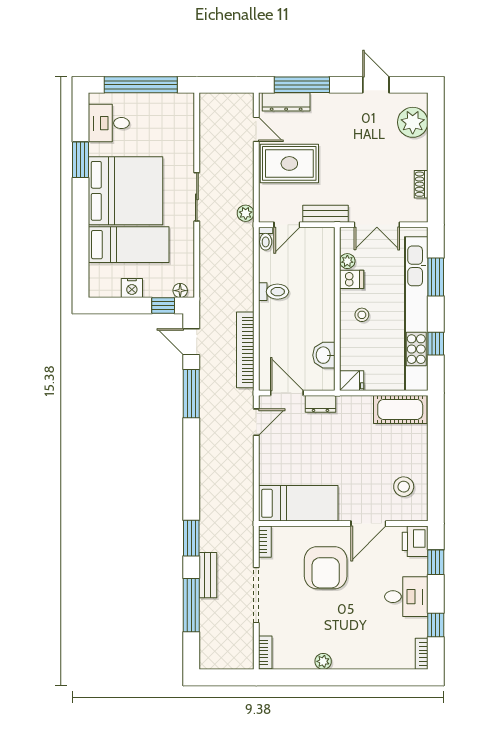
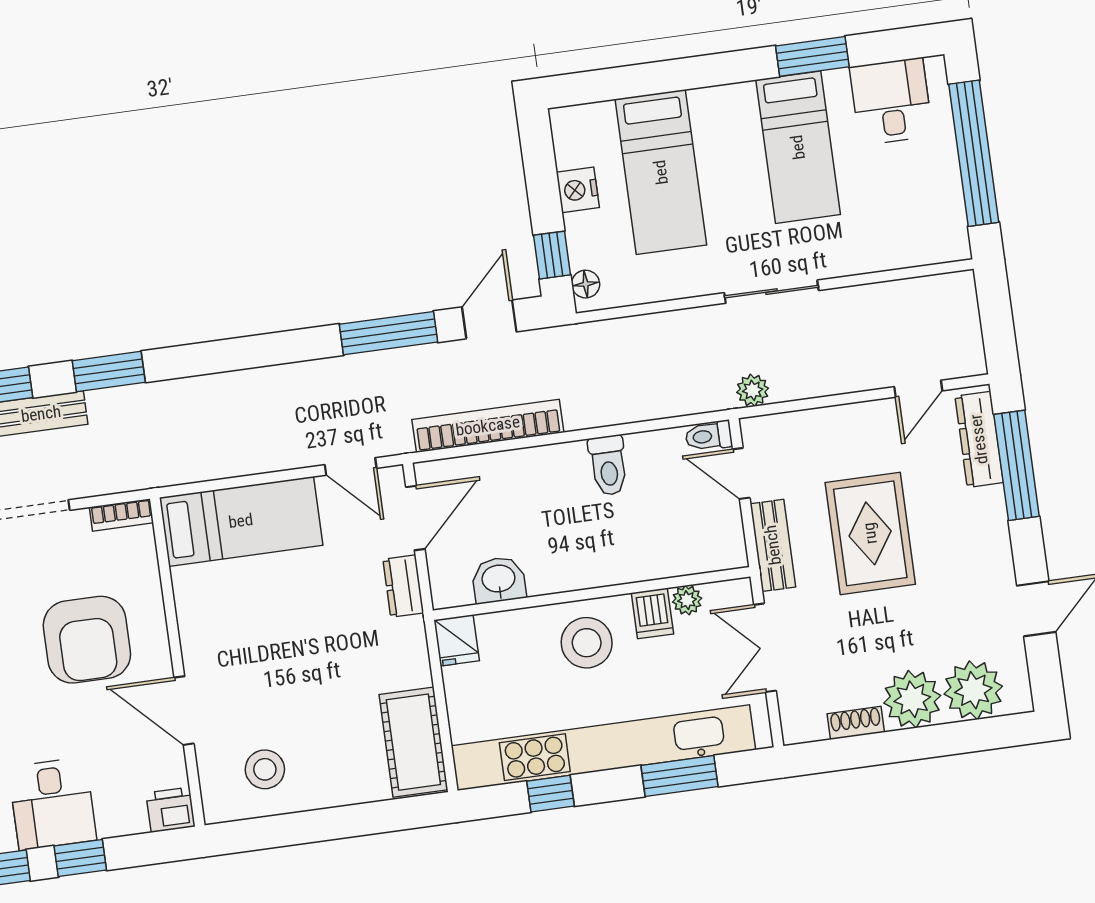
plant: (413, 154) -> (912, 699), added
rug: (289, 163) -> (870, 533), moved
bed: (126, 191) -> (798, 147), width x0.49
stool: (362, 315) -> (587, 643), width x1.89, depth x1.89
bed: (298, 503) -> (241, 521), moved, turned -90
printer: (415, 541) -> (171, 810), width x0.73, depth x0.81
window: (436, 562) -> (80, 858), moved
armchair: (326, 568) -> (87, 640), turned -90

